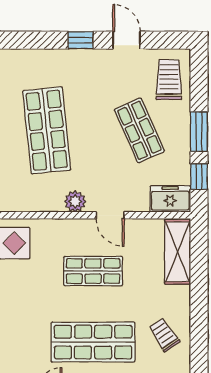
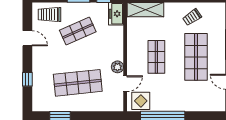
window: (81, 40) -> (27, 79), moved
door: (126, 40) -> (27, 38), swing flipped
door: (110, 215) -> (125, 84), moved

